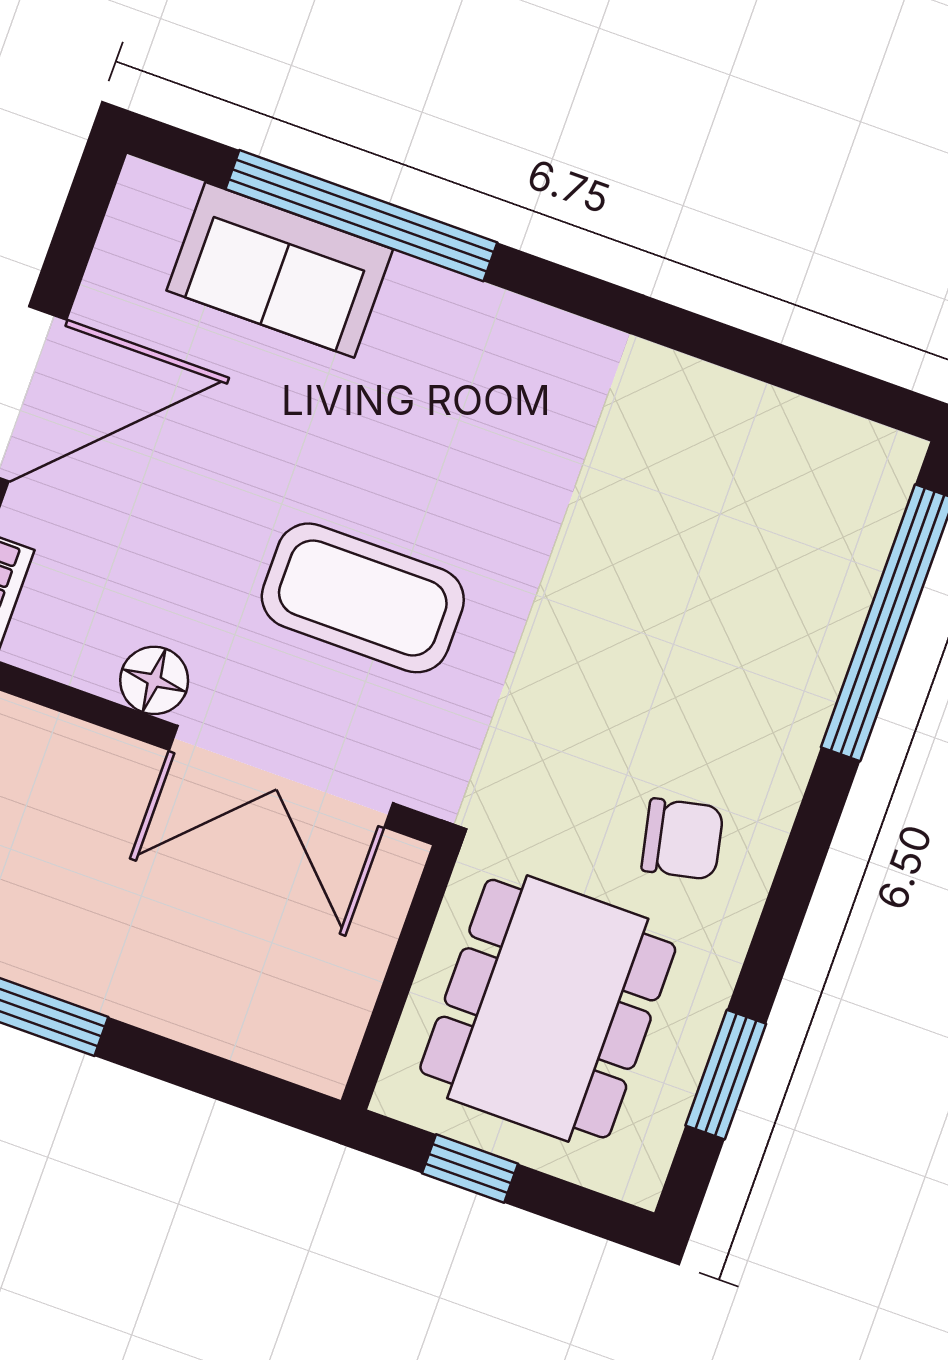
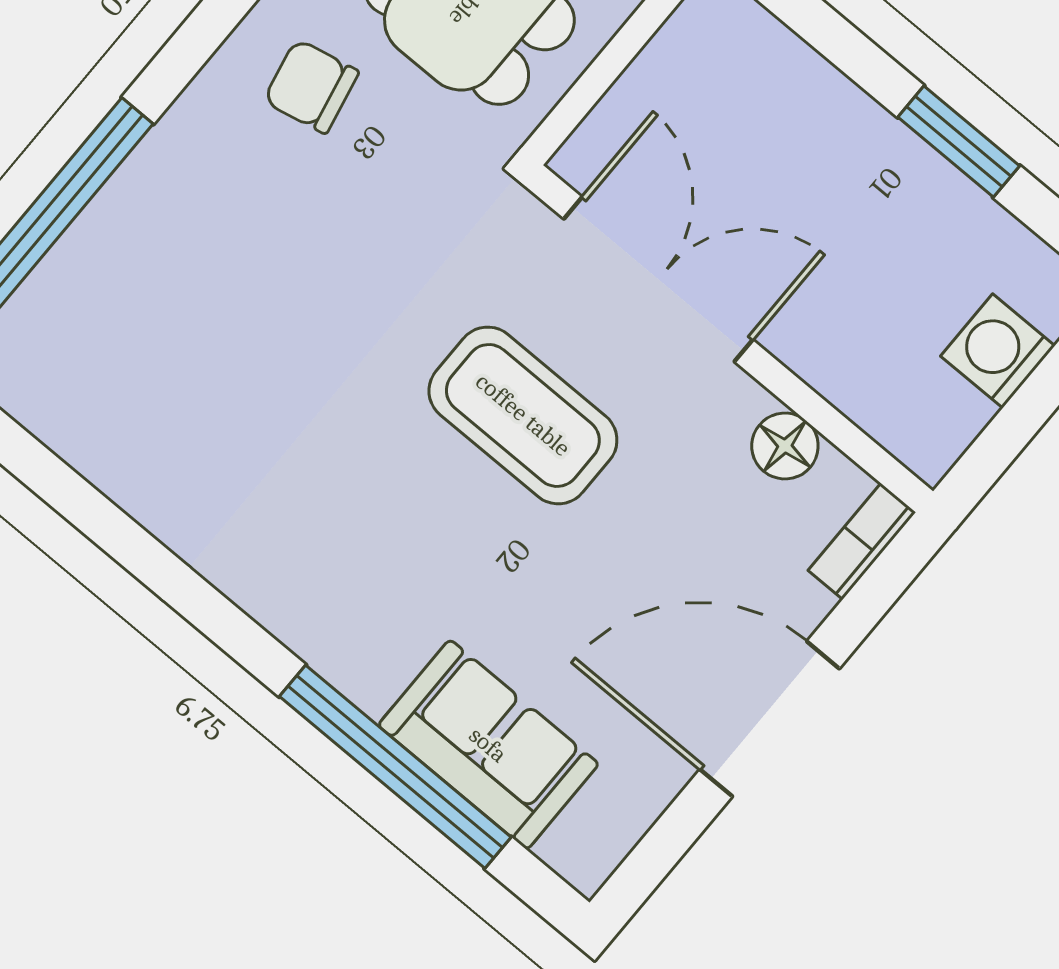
floor lamp: (154, 680) -> (785, 446), moved

